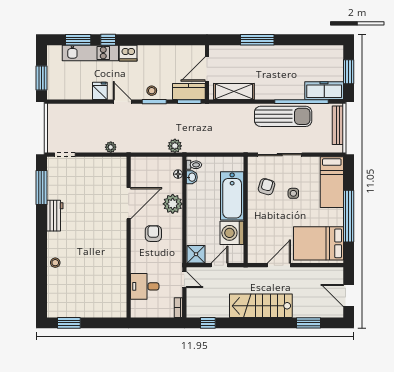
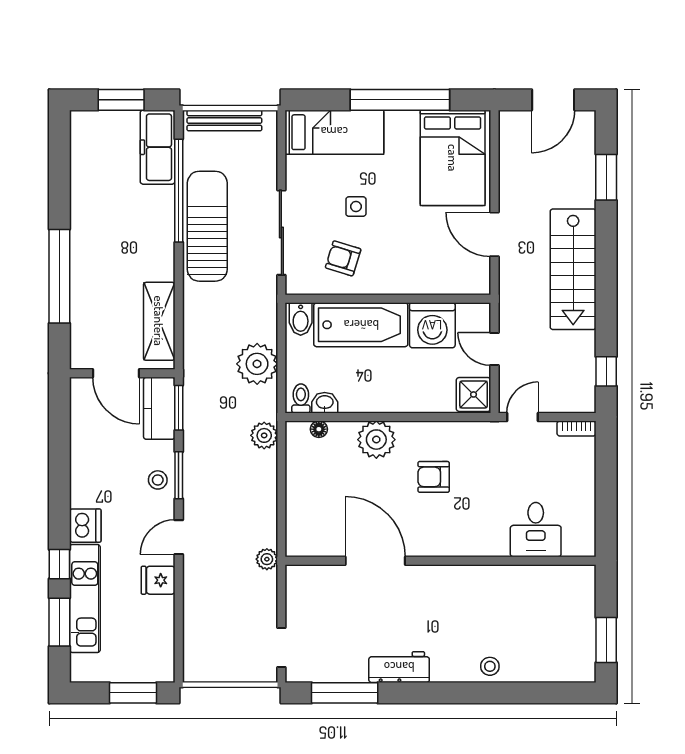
window: (257, 40) -> (59, 276), width x1.46
plant: (212, 142) -> (257, 364), added
bidet: (235, 165) -> (301, 319), added
door: (129, 203) -> (375, 561), moved
wall: (129, 237) -> (441, 561), moved
desk: (145, 286) -> (536, 530), moved

